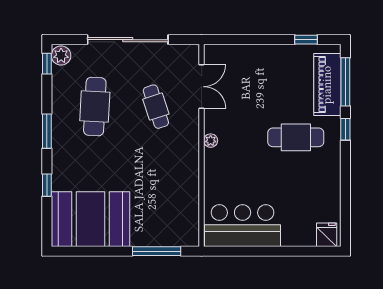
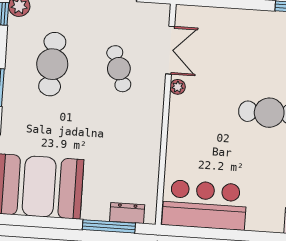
plant: (211, 141) -> (178, 87), moved
dresser: (172, 238) -> (127, 213), added

